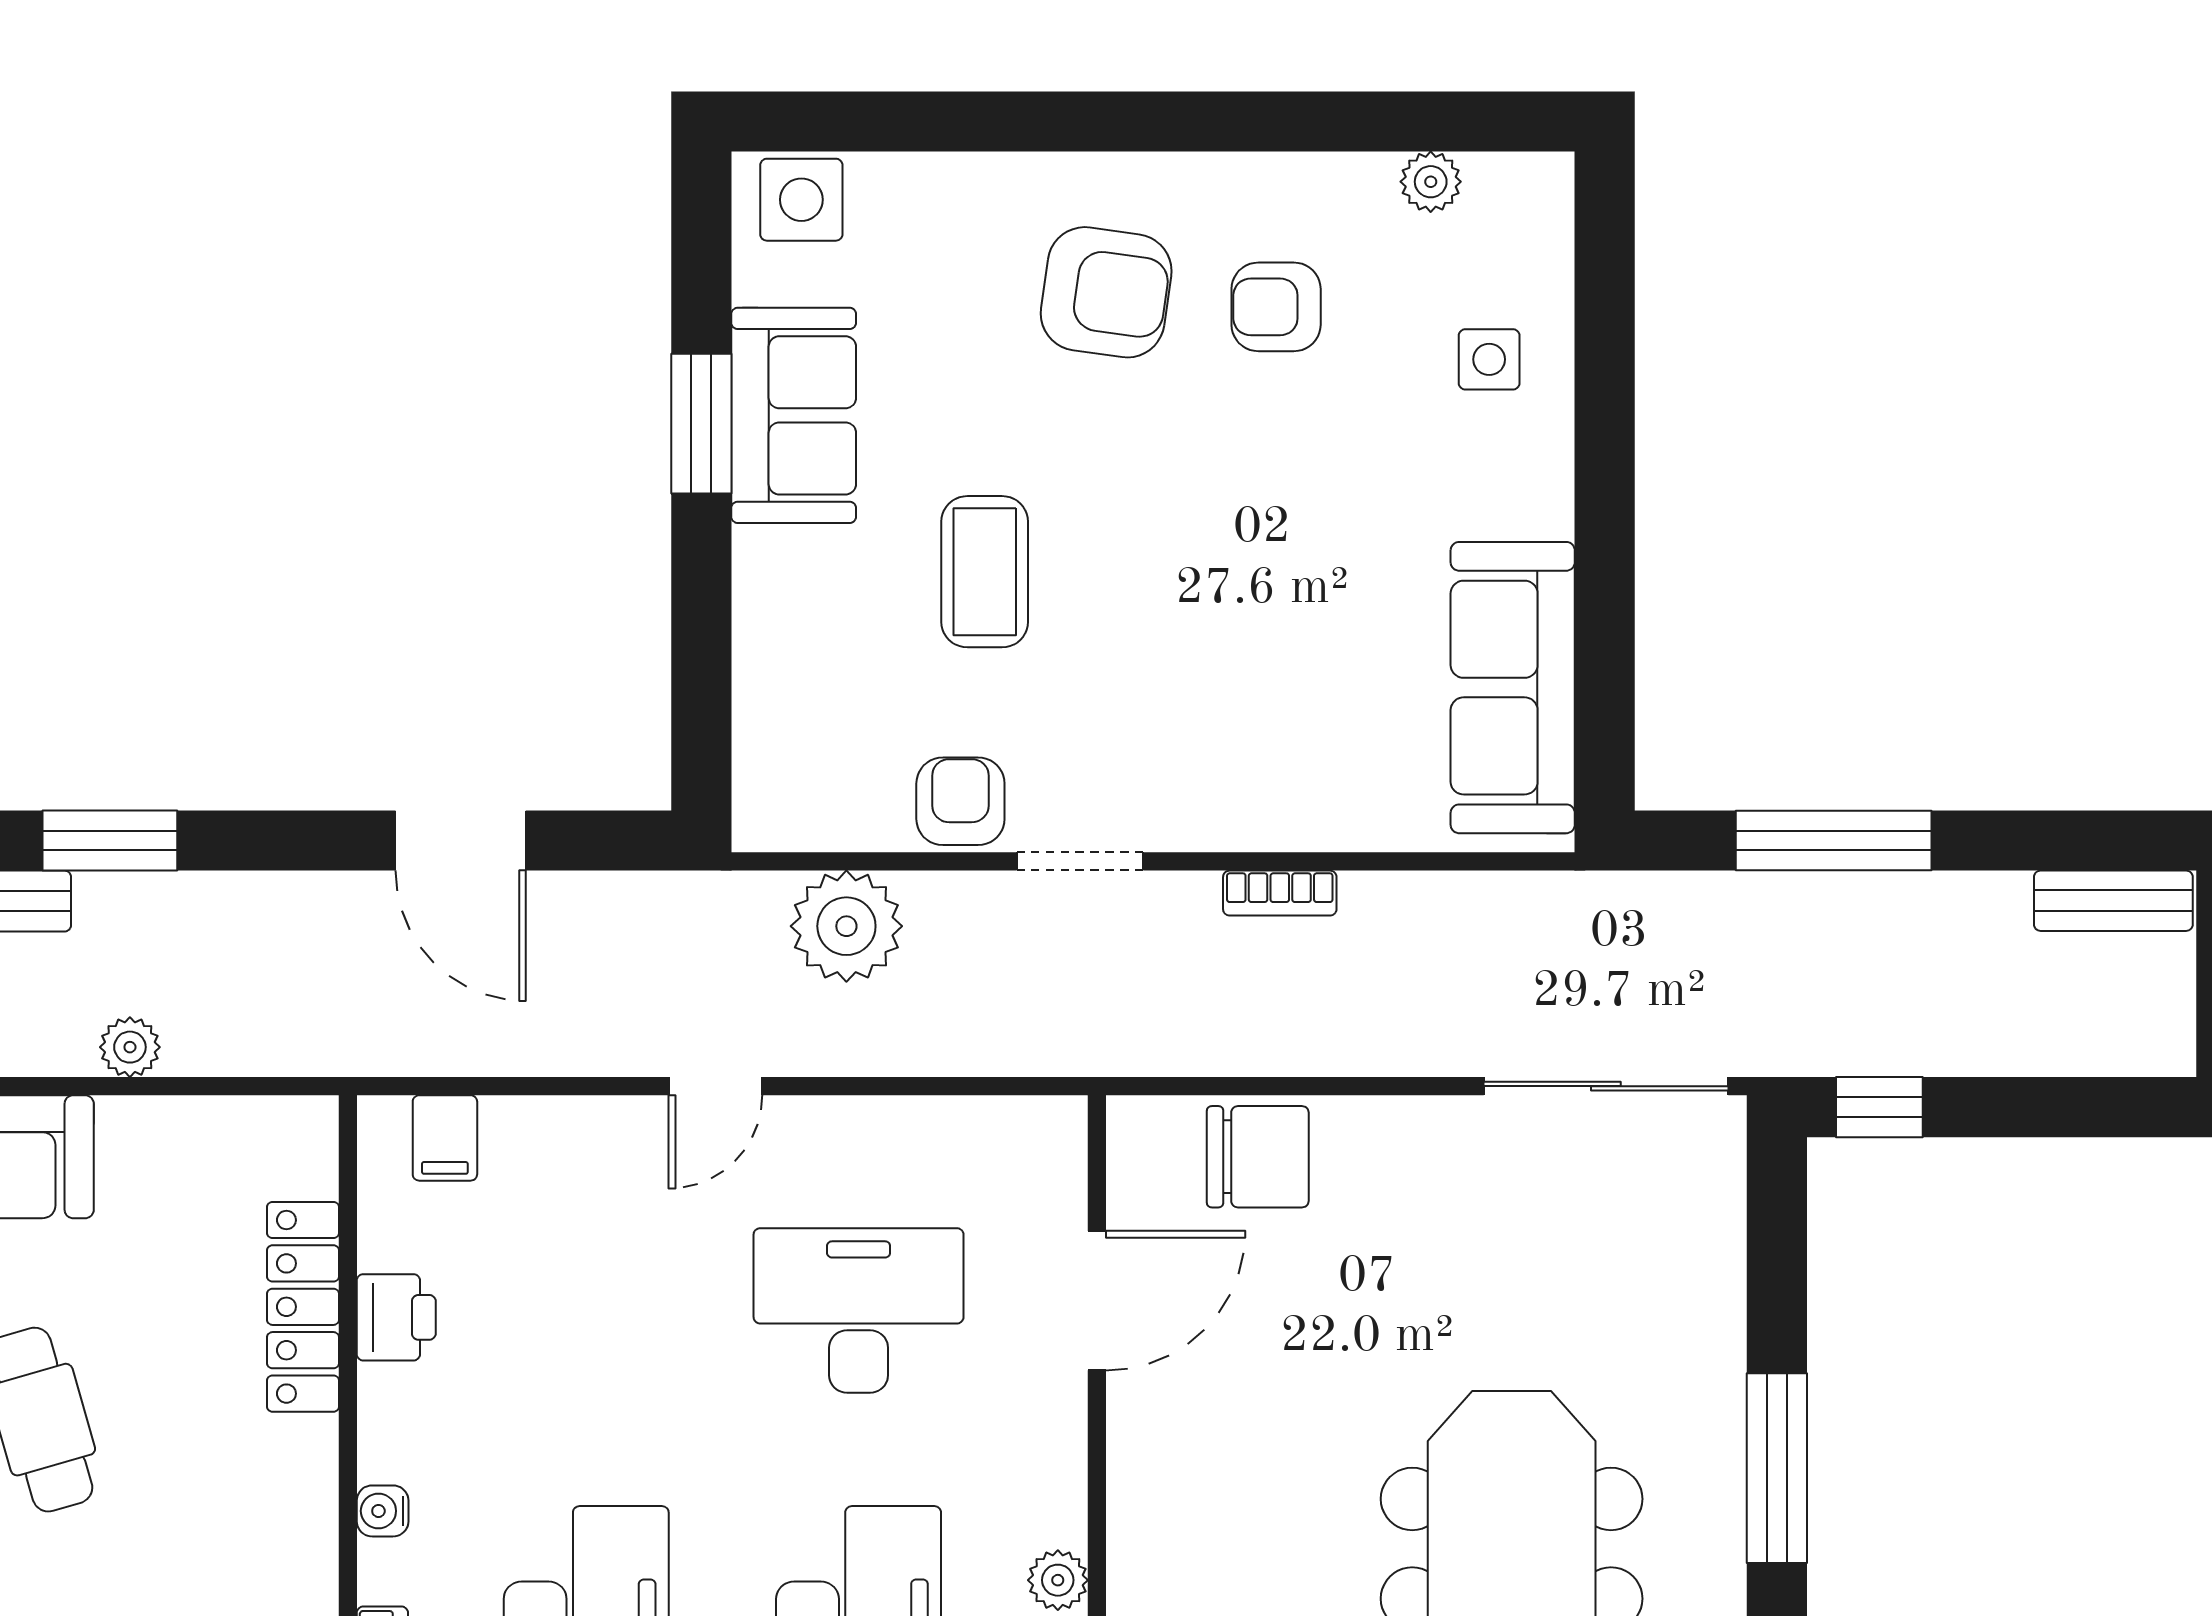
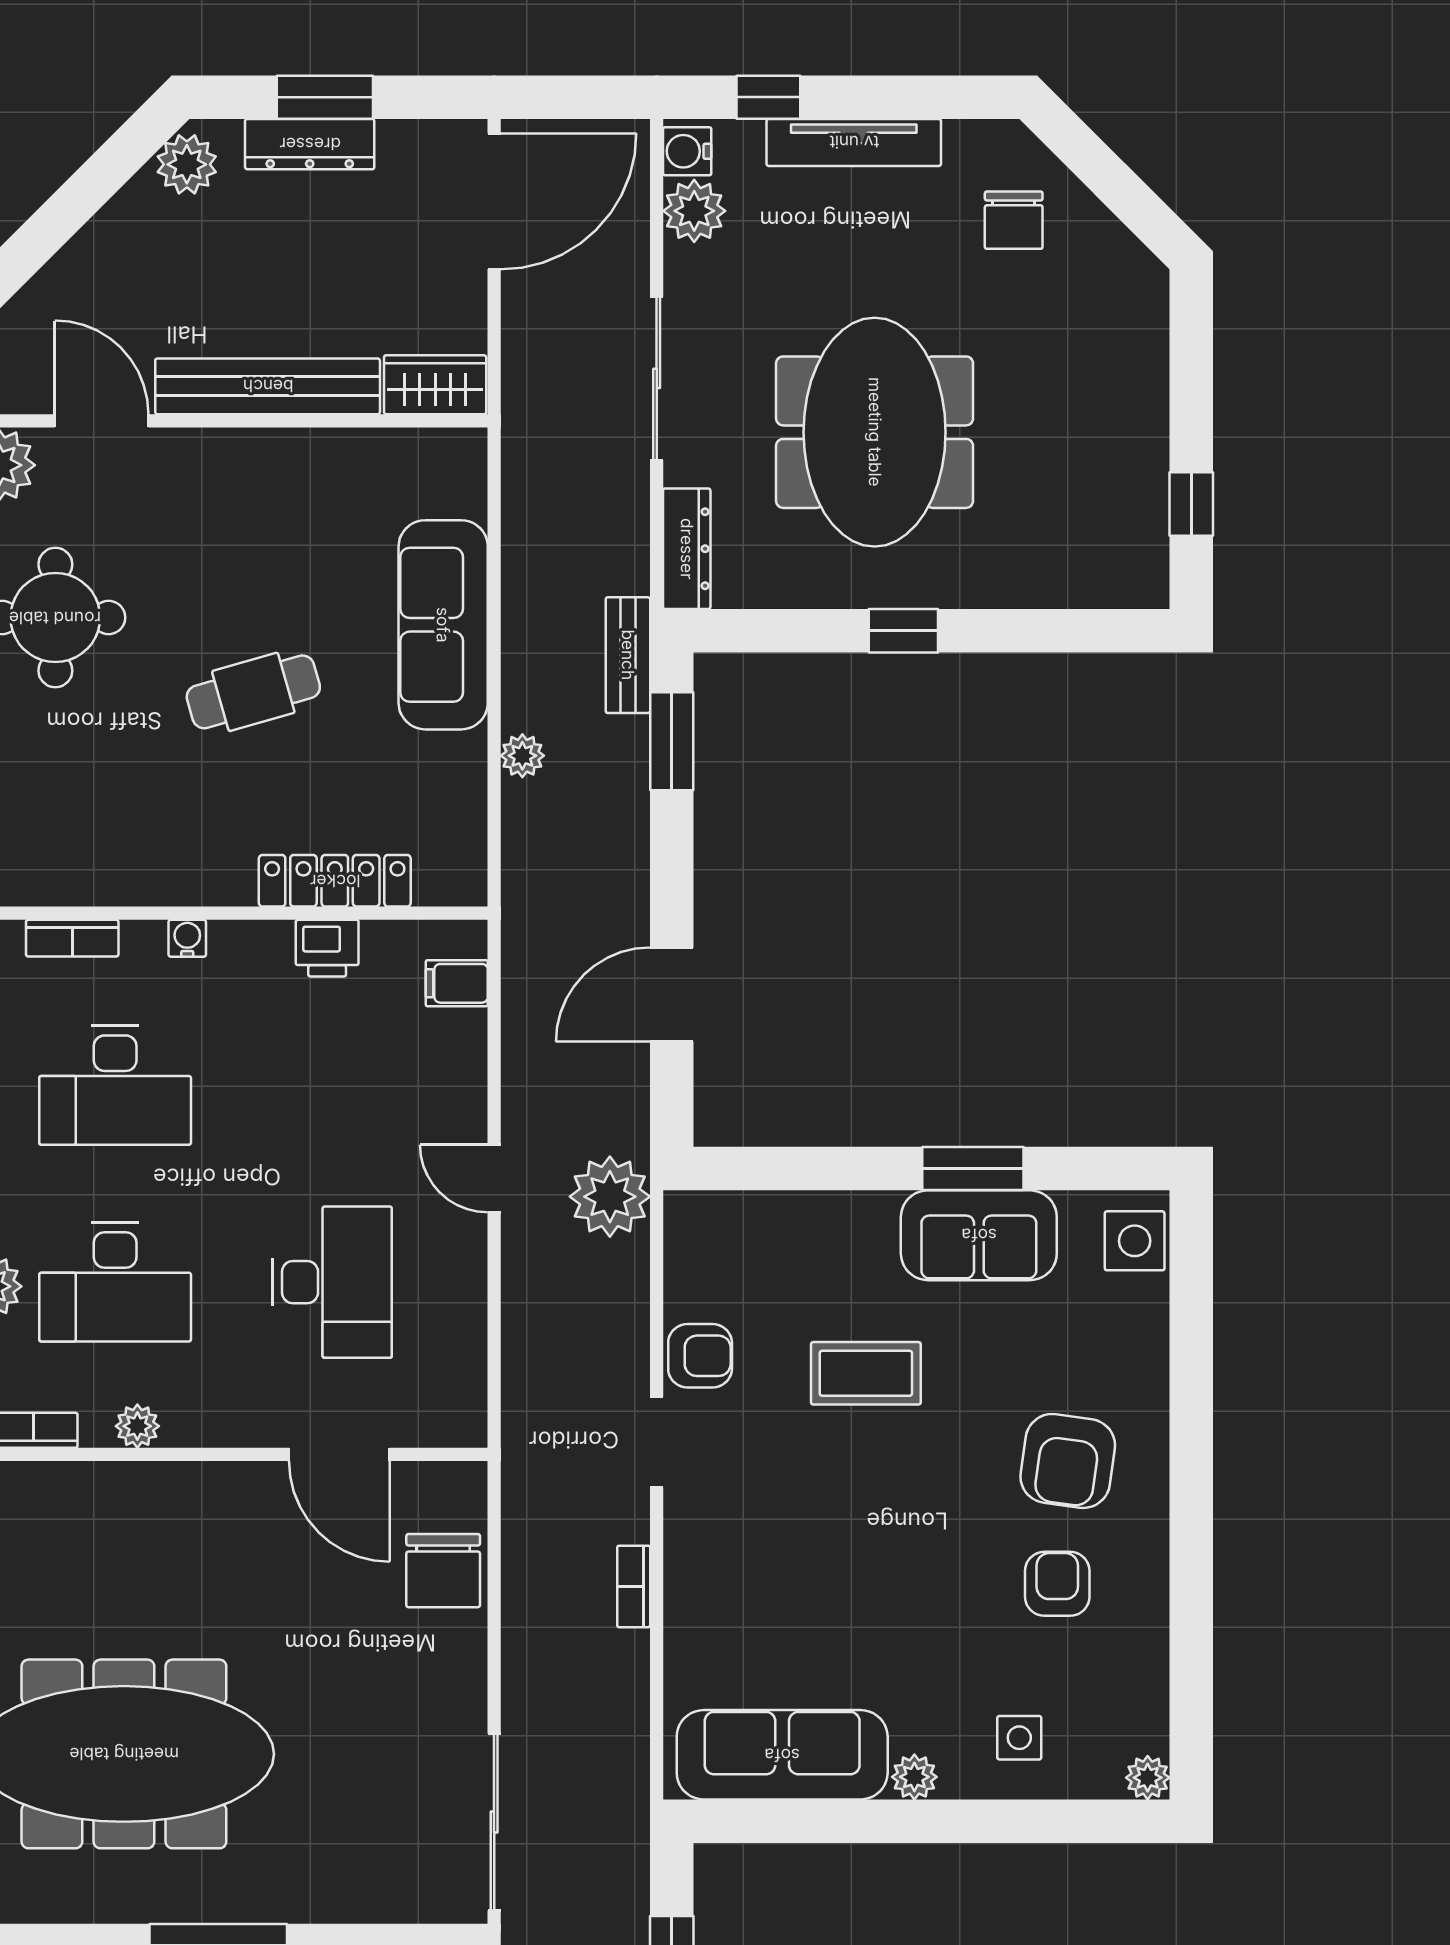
plant: (1431, 182) -> (1148, 1778), moved
plant: (1543, 505) -> (914, 1777), added
plant: (846, 926) -> (610, 1197), moved

